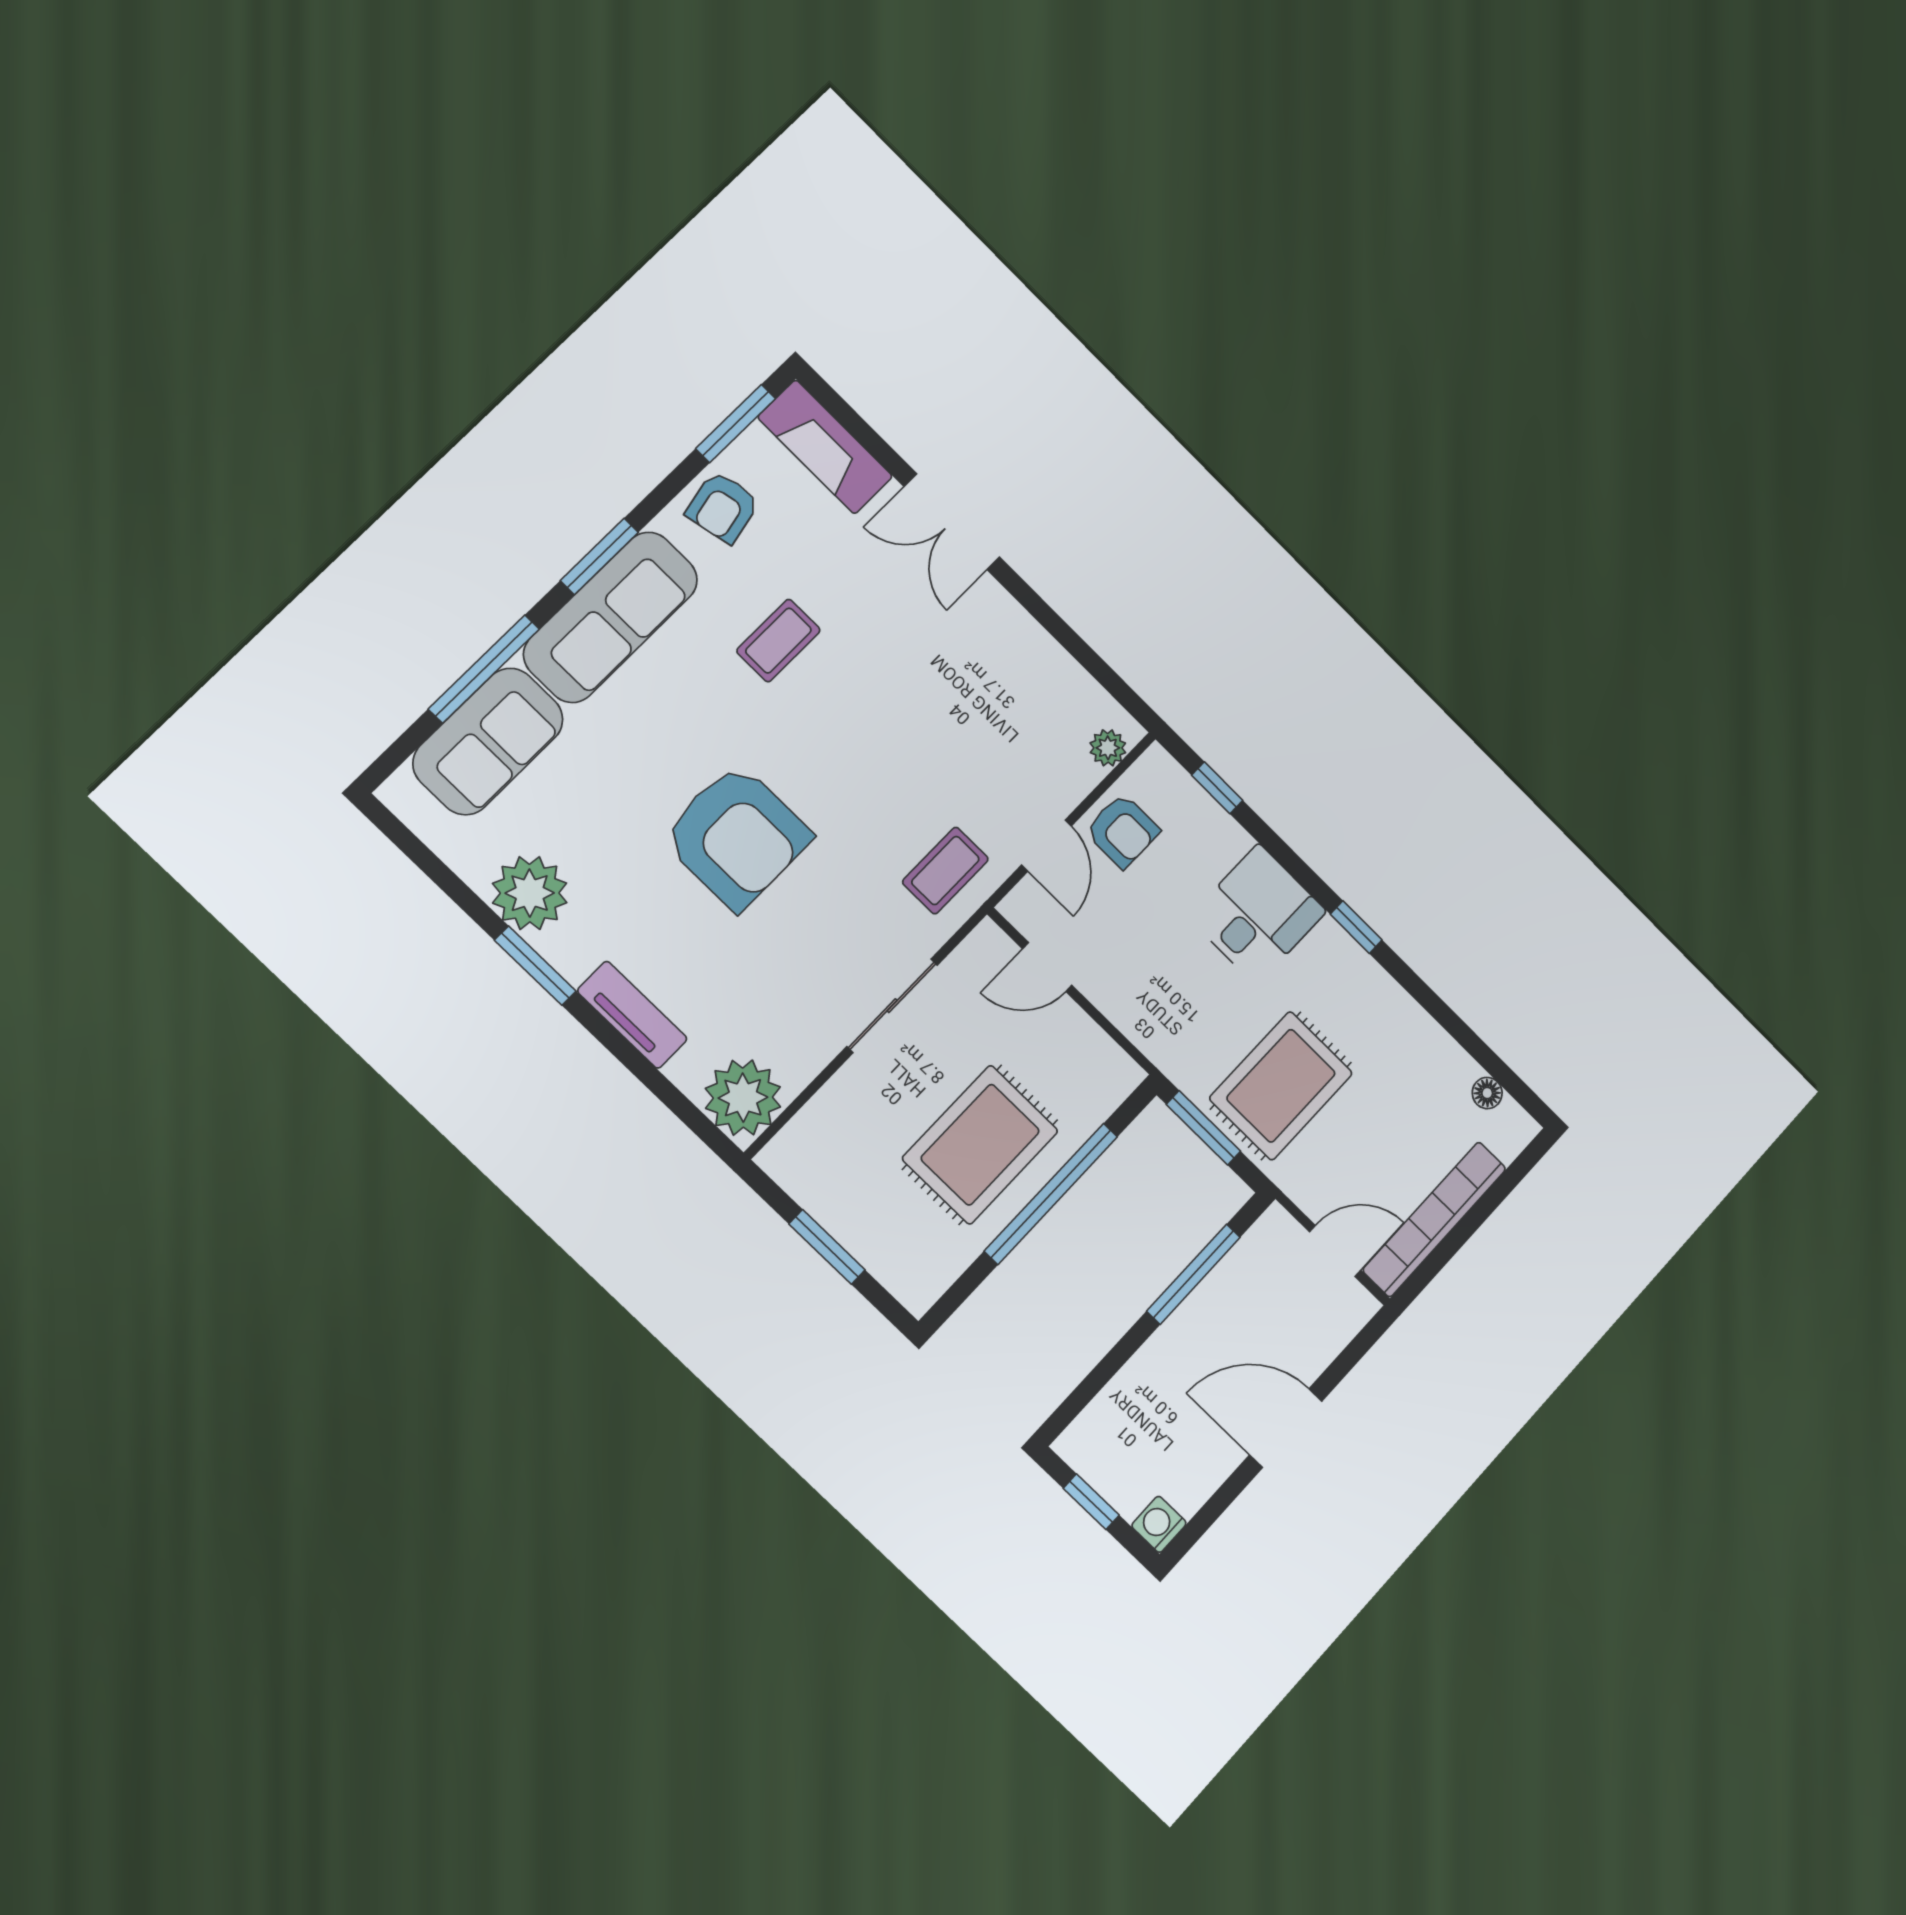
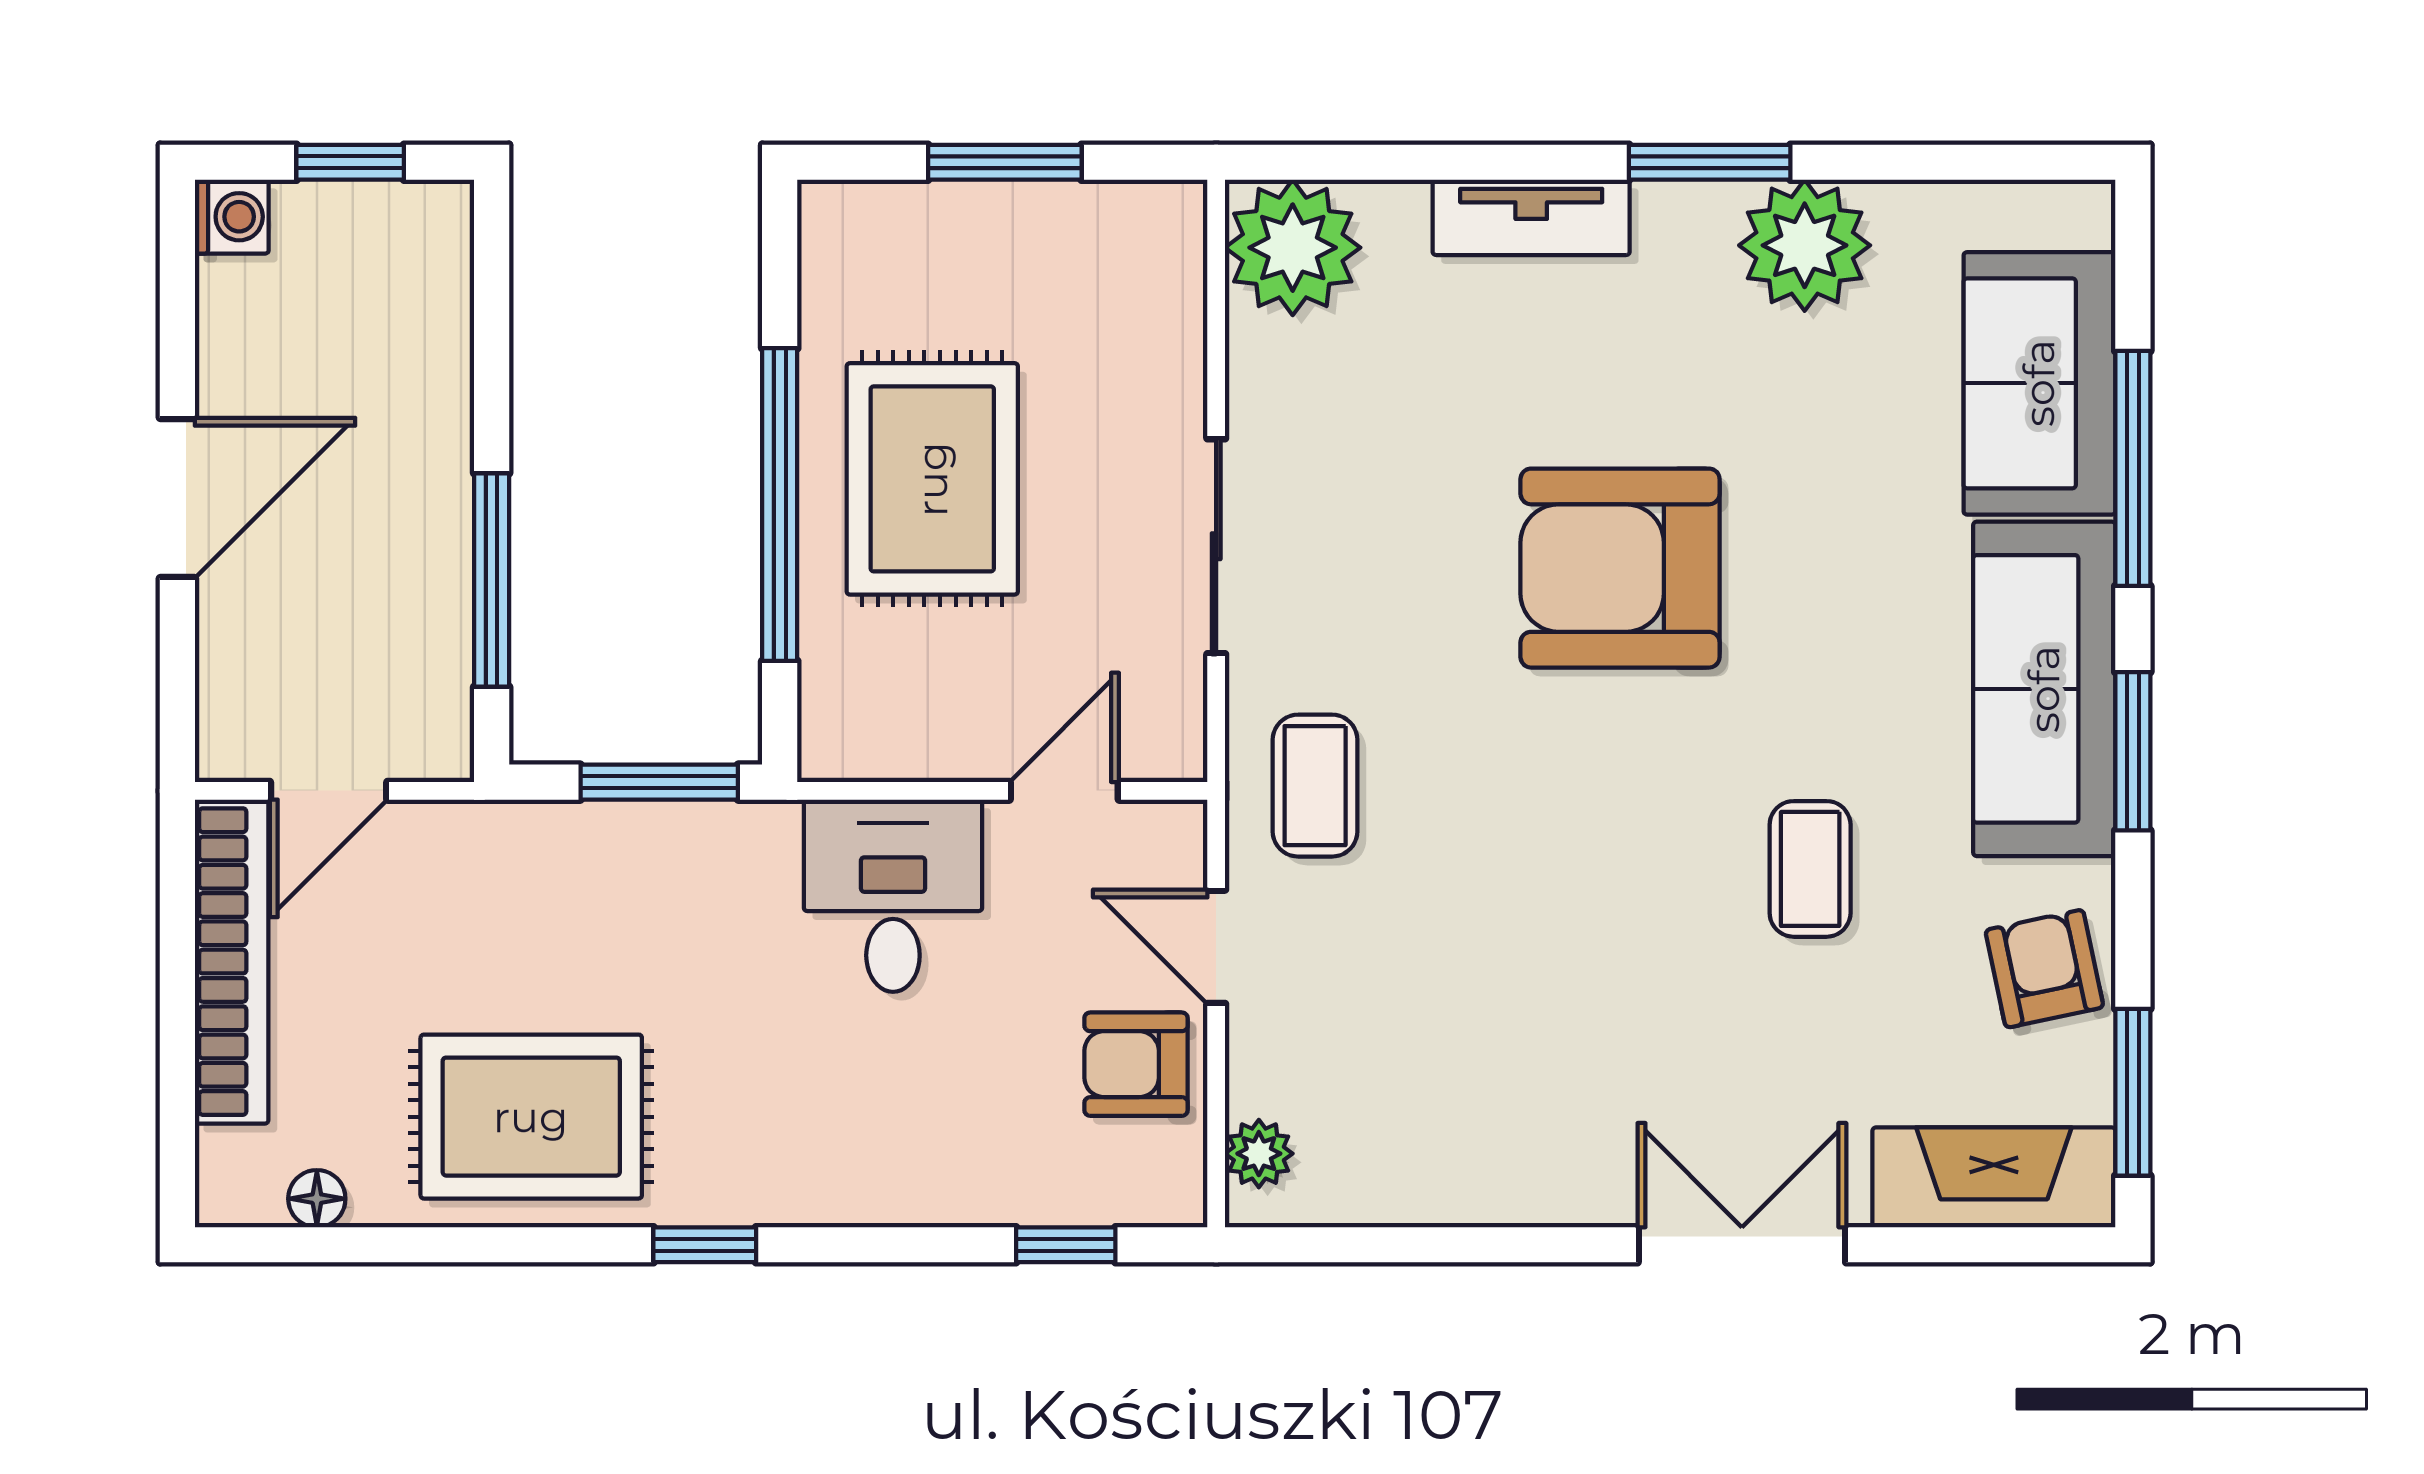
desk: (1258, 914) -> (893, 896), moved, turned 180
rug: (1281, 1086) -> (531, 1117), moved, turned 90

